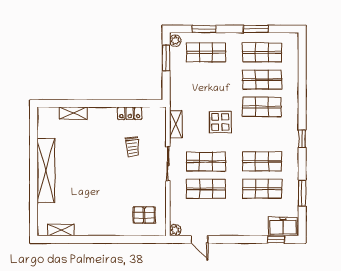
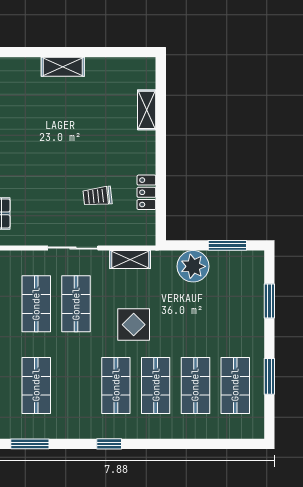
plant: (175, 41) -> (193, 266), moved, width x1.88, depth x1.88
shop shelf: (206, 52) -> (235, 304), removed
shop shelf: (262, 161) -> (116, 385), moved
shelving: (46, 171) -> (63, 67), width x0.45, depth x0.75

